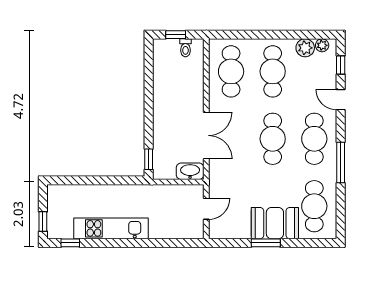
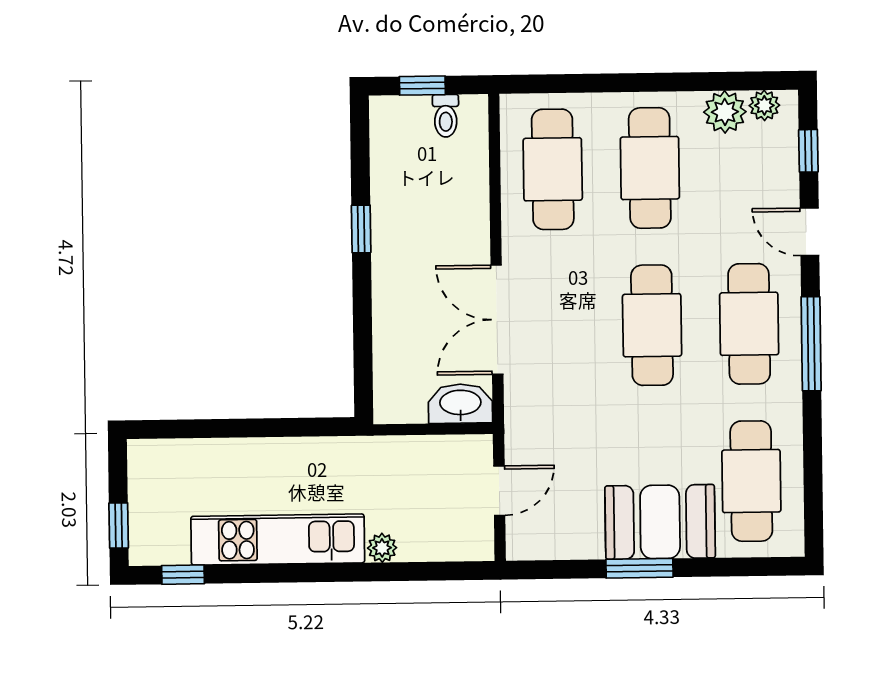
double door: (206, 135) -> (497, 320), swing flipped
window: (149, 159) -> (361, 229), moved
window: (341, 162) -> (811, 344), moved
plant: (156, 233) -> (382, 548), added

